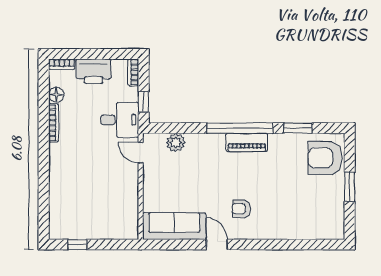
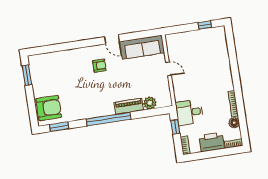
window: (298, 128) -> (59, 127), moved
piano: (247, 142) -> (129, 106), moved
door: (141, 153) -> (168, 69), moved
window: (350, 187) -> (27, 75), moved

